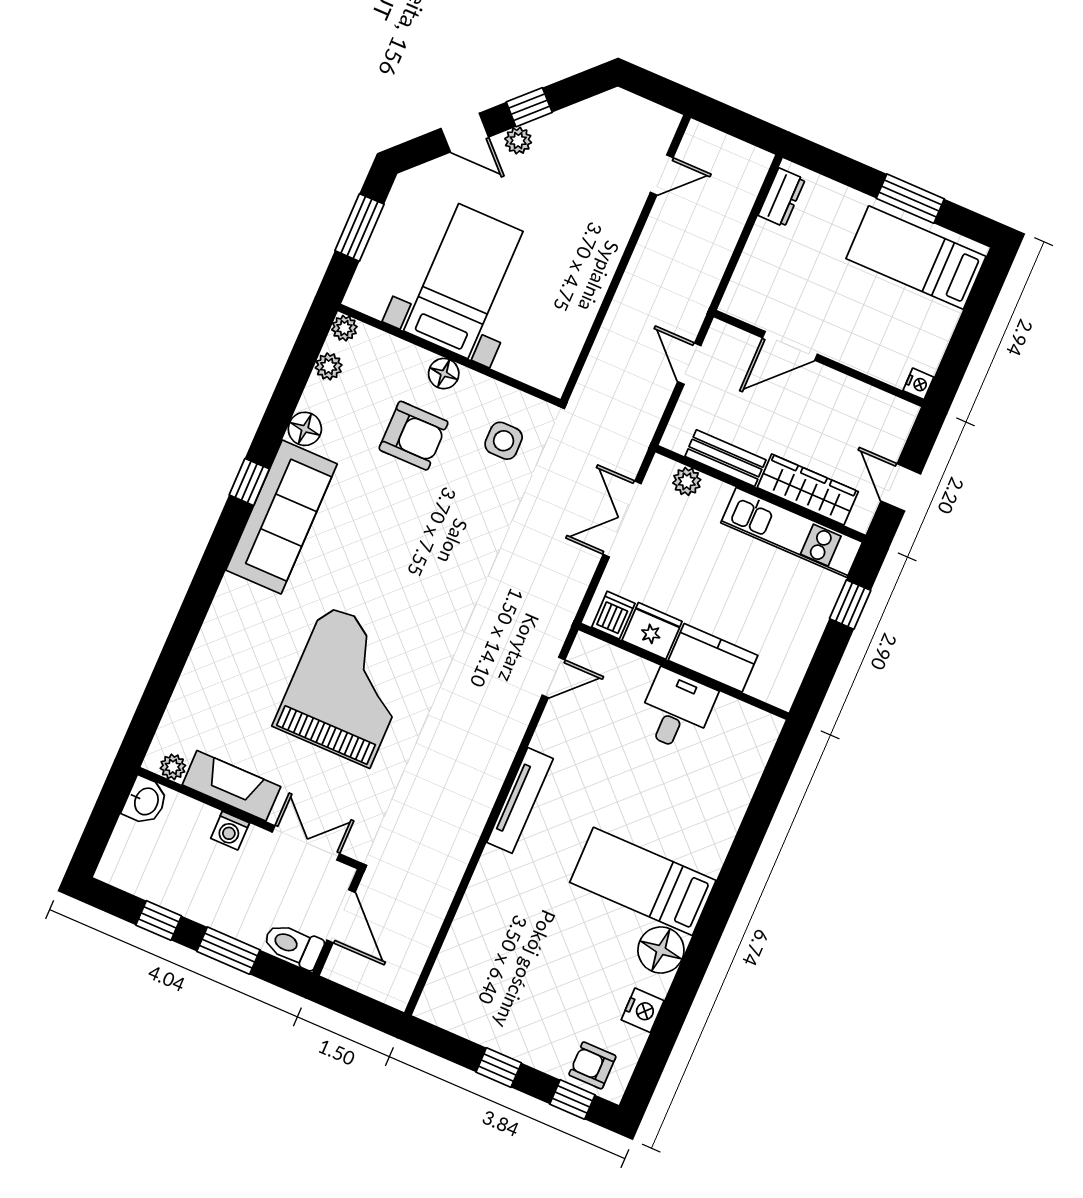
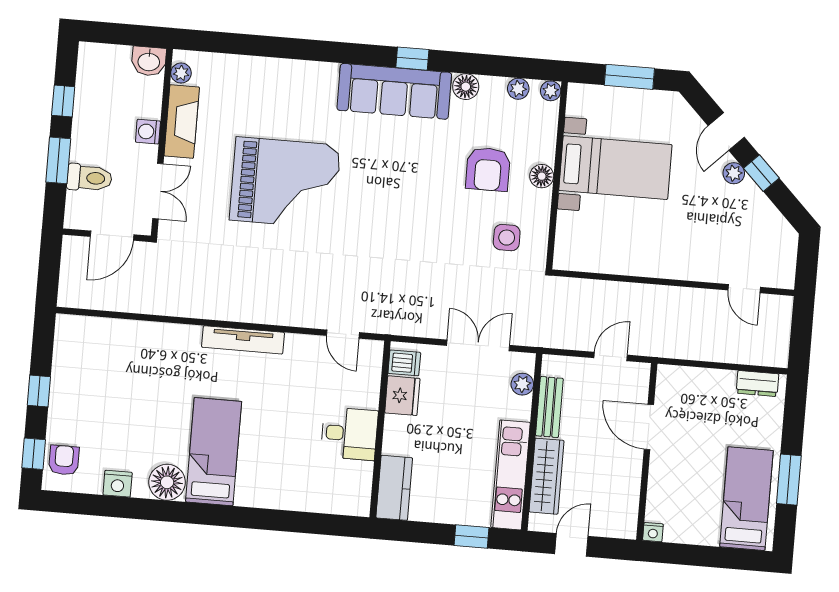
kitchen counter: (713, 658) -> (394, 488), moved
toilet: (293, 945) -> (89, 178), moved, turned 90

